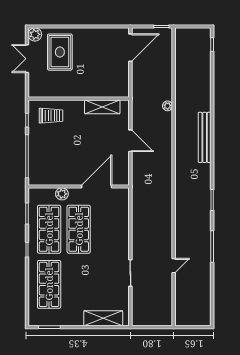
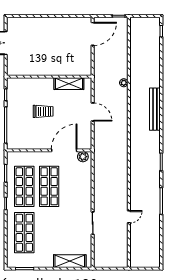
plant: (35, 34) -> (12, 23), removed
rug: (60, 52) -> (33, 38), removed
trolley: (51, 116) -> (43, 111), moved
plant: (62, 194) -> (83, 157), moved

